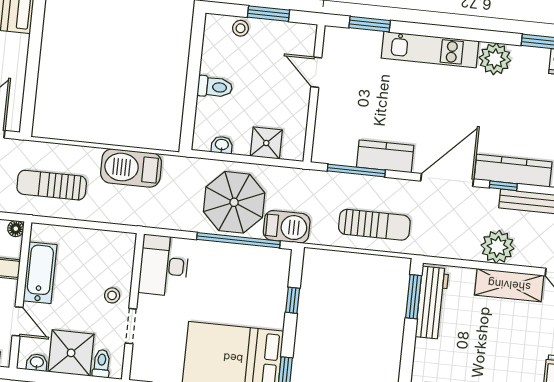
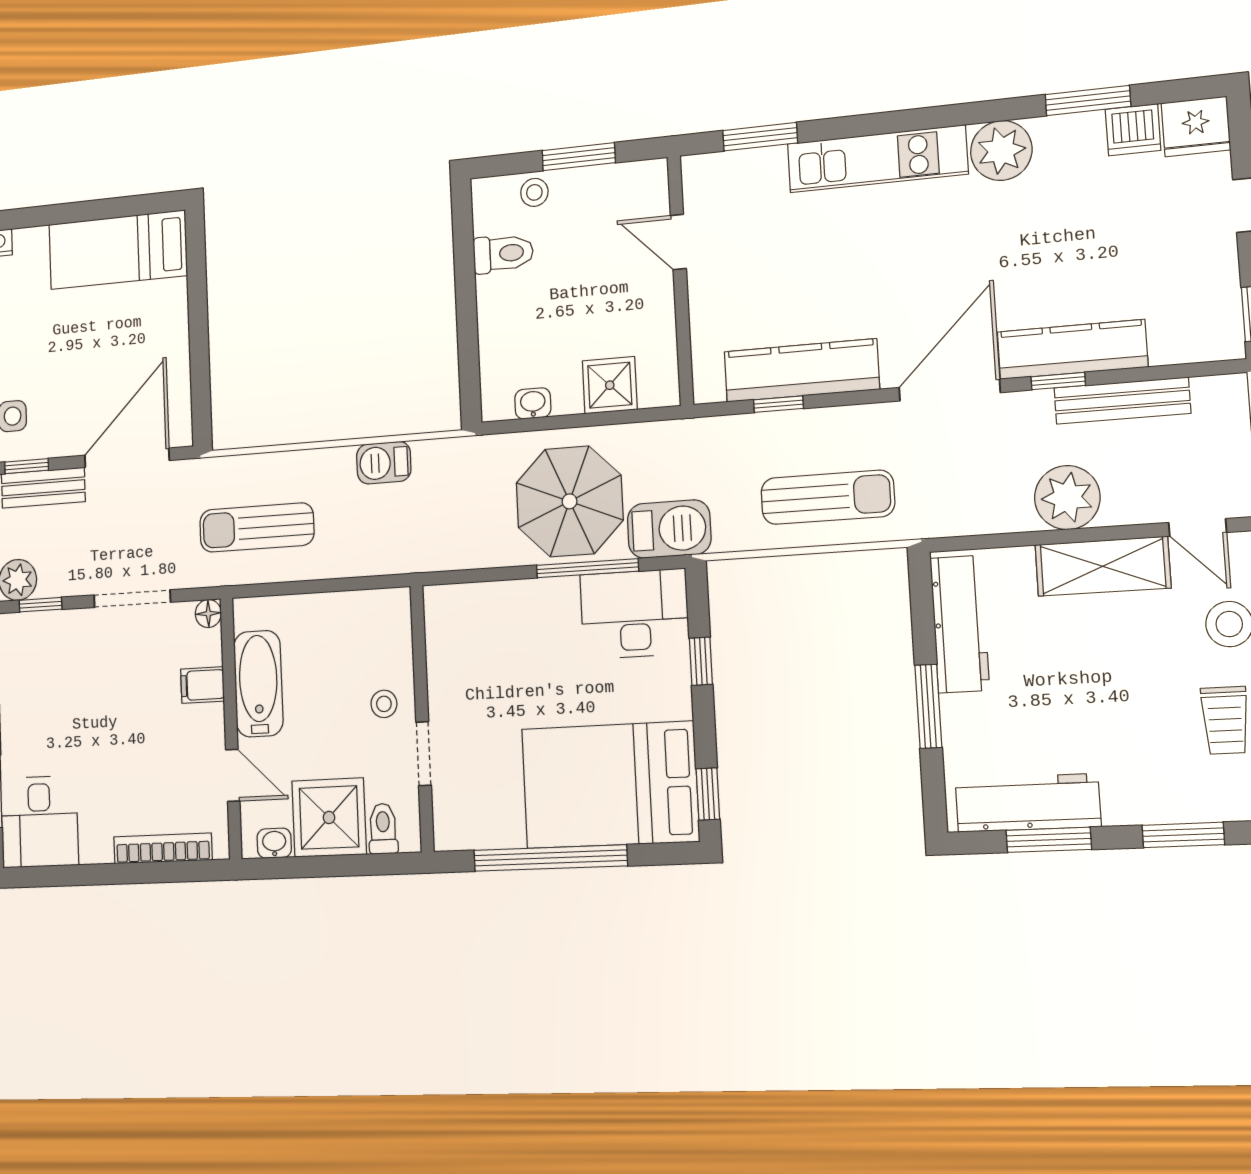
toilet: (215, 87) -> (503, 254), moved
kitchen counter: (385, 156) -> (802, 370), width x1.50
barbecue: (131, 168) -> (384, 463), width x0.53, depth x0.65
window: (356, 171) -> (779, 404), width x0.46
window: (238, 240) -> (587, 568), width x0.68
desk: (164, 266) -> (635, 614), moved, turned 90
window: (414, 297) -> (928, 706), moved

